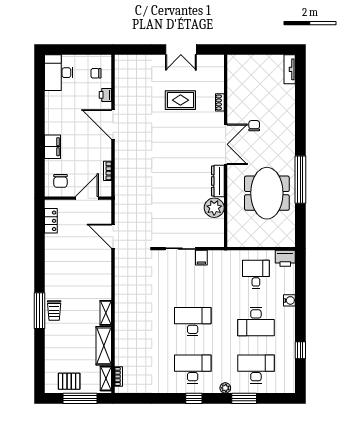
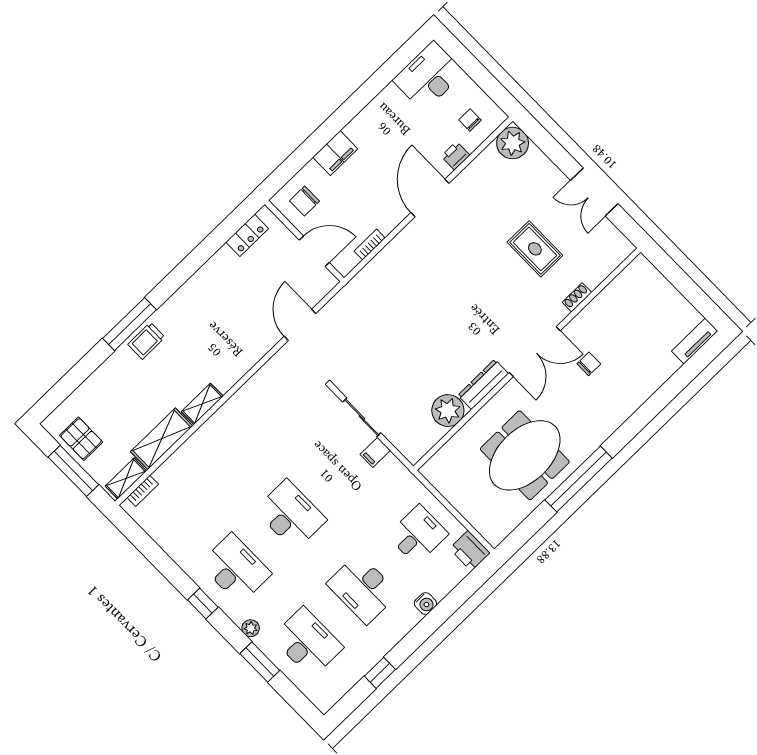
plant: (124, 64) -> (513, 143), added

